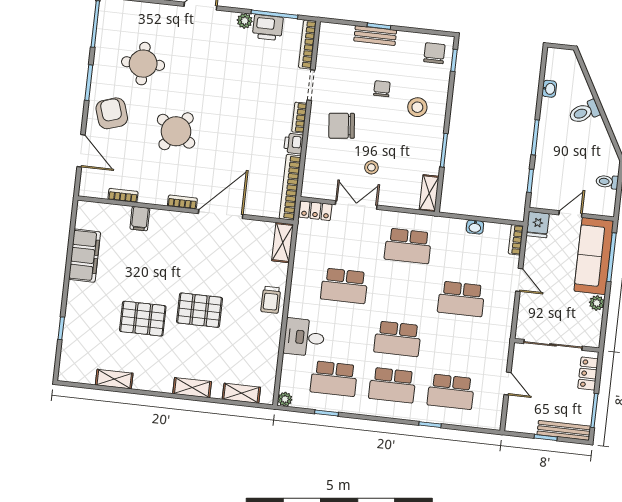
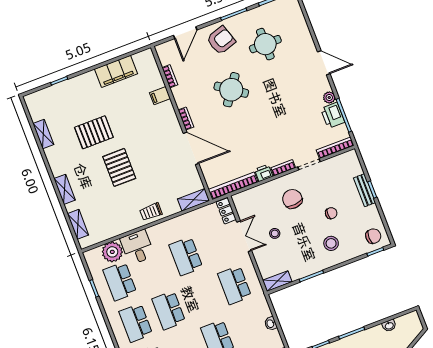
pallet: (143, 319) -> (94, 132), turned 90
plant: (285, 399) -> (112, 252), moved, width x1.88, depth x1.88

